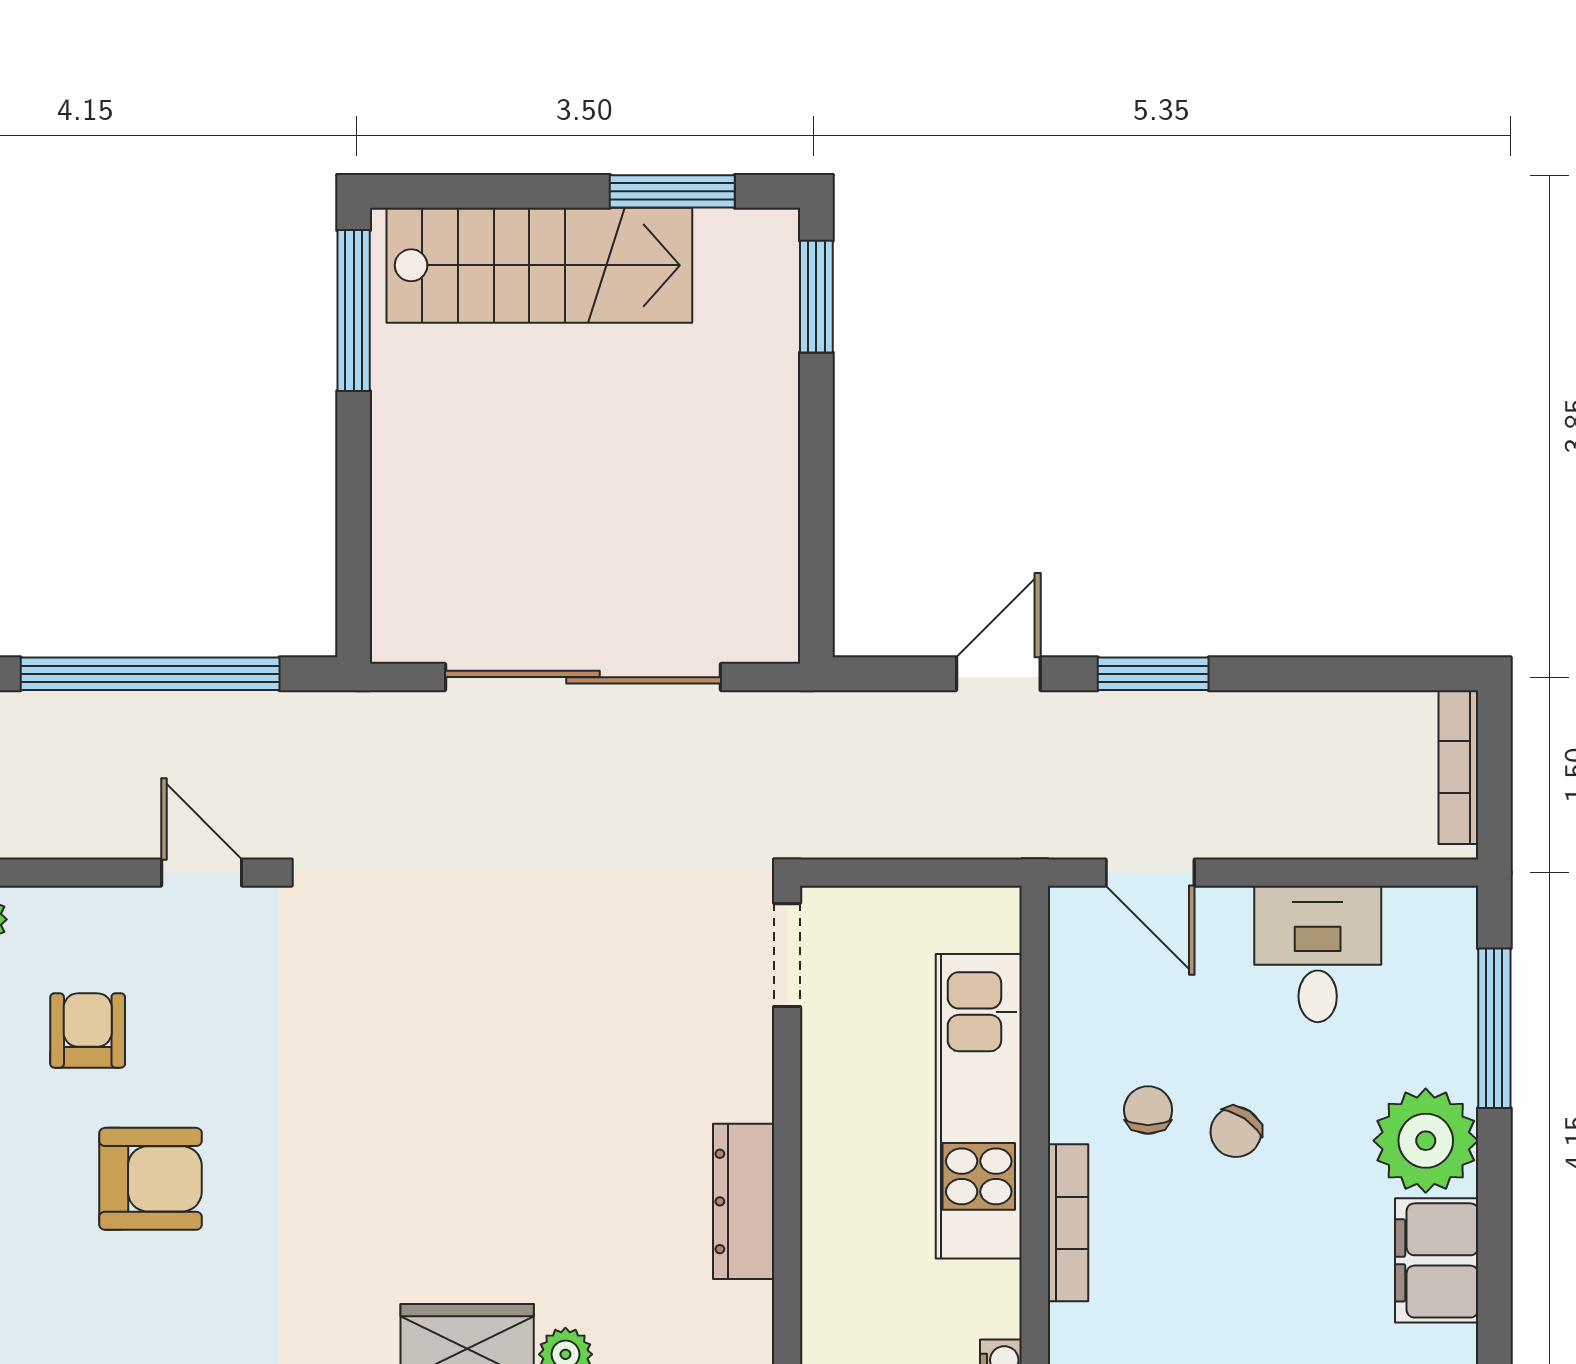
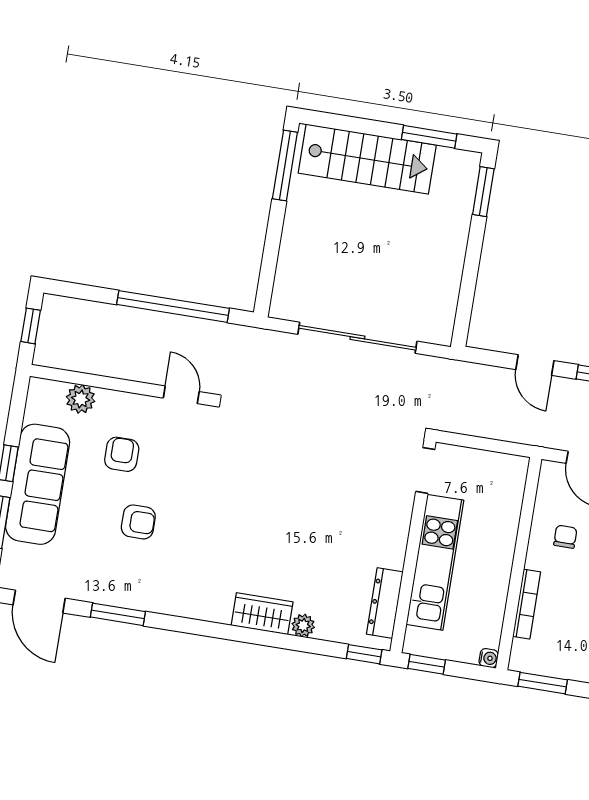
door: (998, 674) -> (535, 365), swing flipped
kitchen unit: (979, 1106) -> (435, 562), moved, turned 180
chair: (1148, 1110) -> (565, 537), moved
armchair: (151, 1179) -> (138, 522), width x0.72, depth x0.72
dresser: (744, 1201) -> (385, 603), moved

